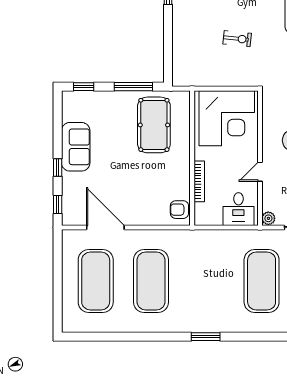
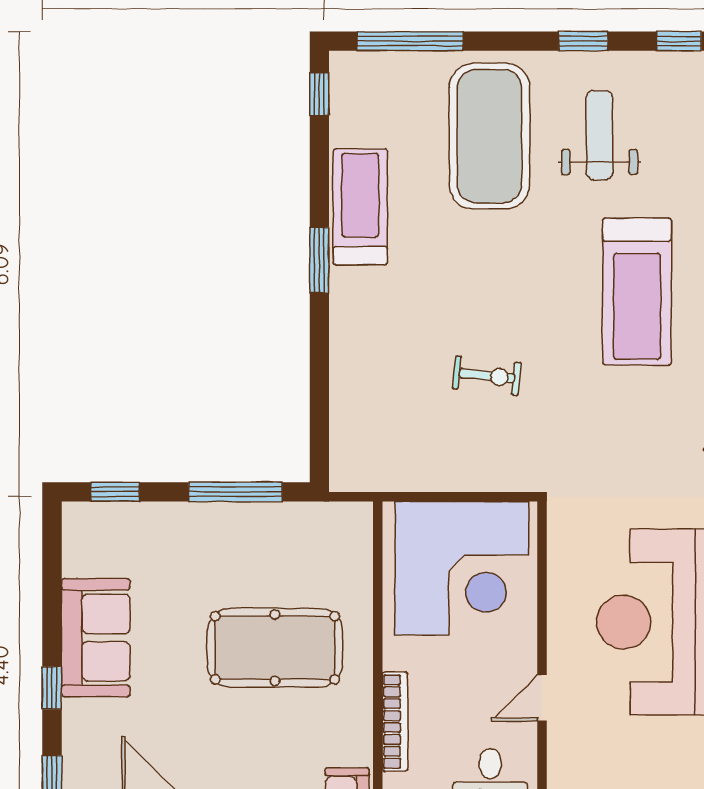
pool table: (154, 125) -> (275, 648), moved, turned 90

